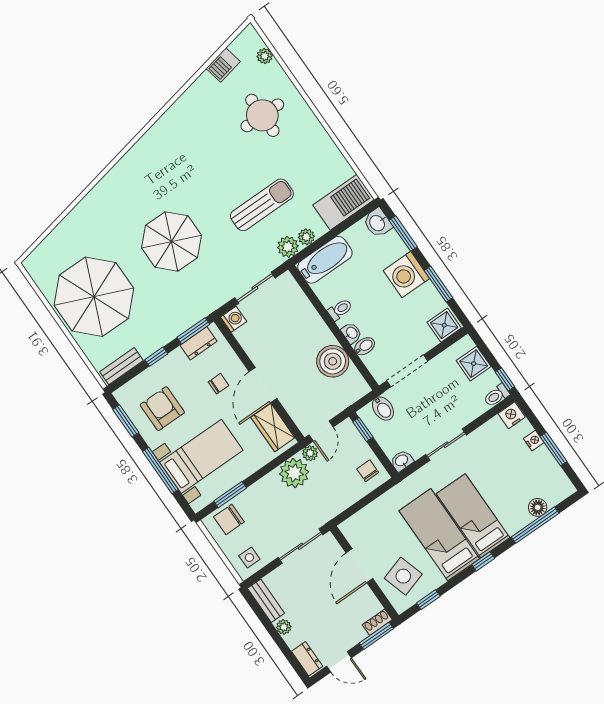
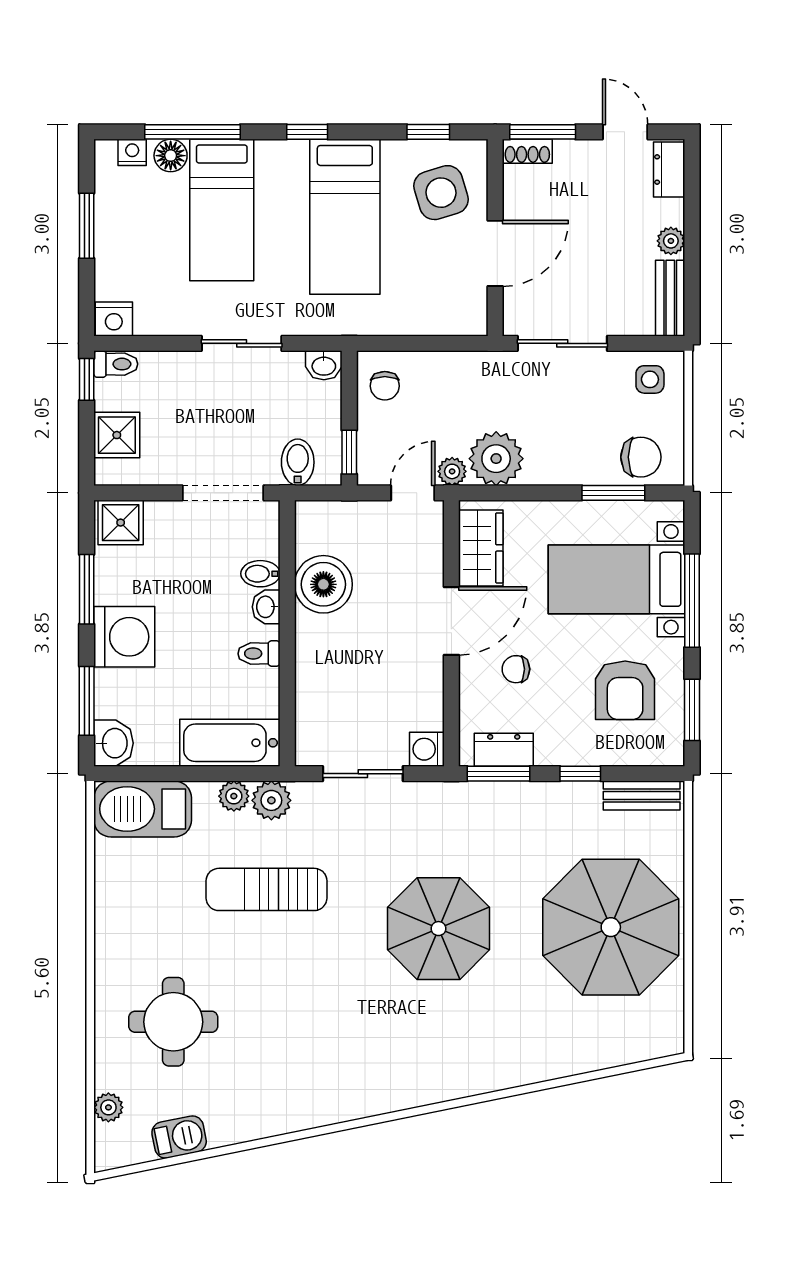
nightstand: (534, 441) -> (132, 152), moved, turned 90
bed: (473, 516) -> (222, 210), moved

